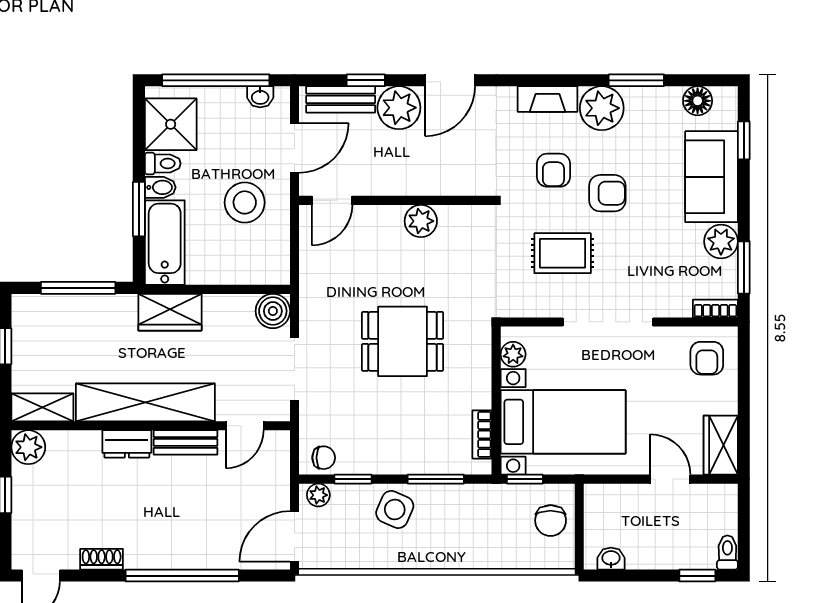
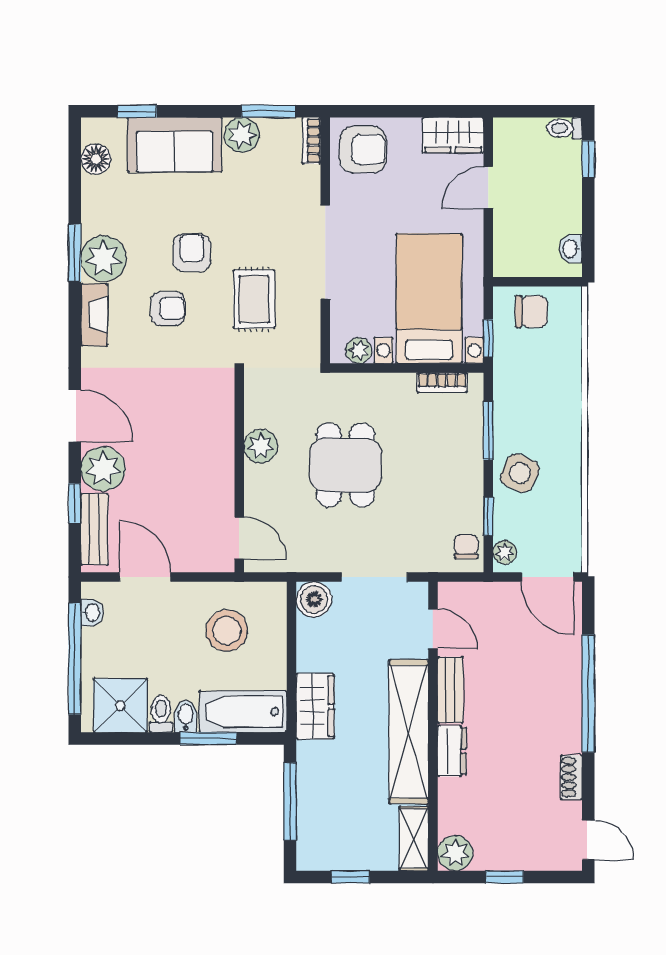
window: (636, 80) -> (75, 253), moved
door: (332, 200) -> (239, 538), moved
wall: (395, 200) -> (239, 473), moved
stool: (245, 202) -> (227, 631), moved
plant: (421, 221) -> (261, 446), moved
armchair: (707, 358) -> (363, 150), width x1.38, depth x1.38

